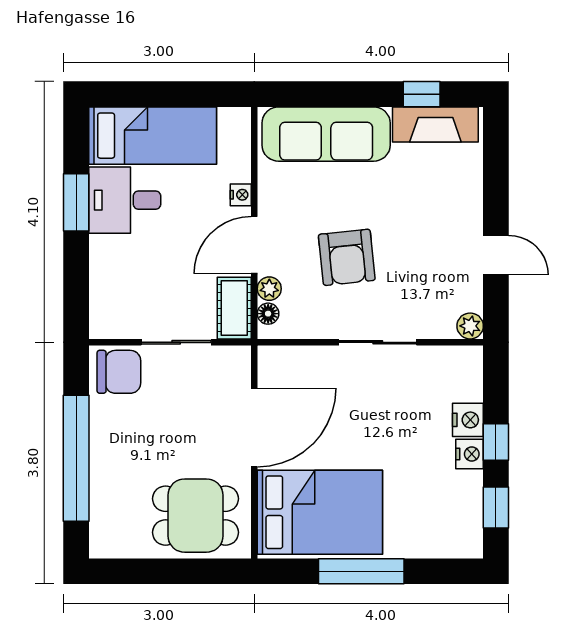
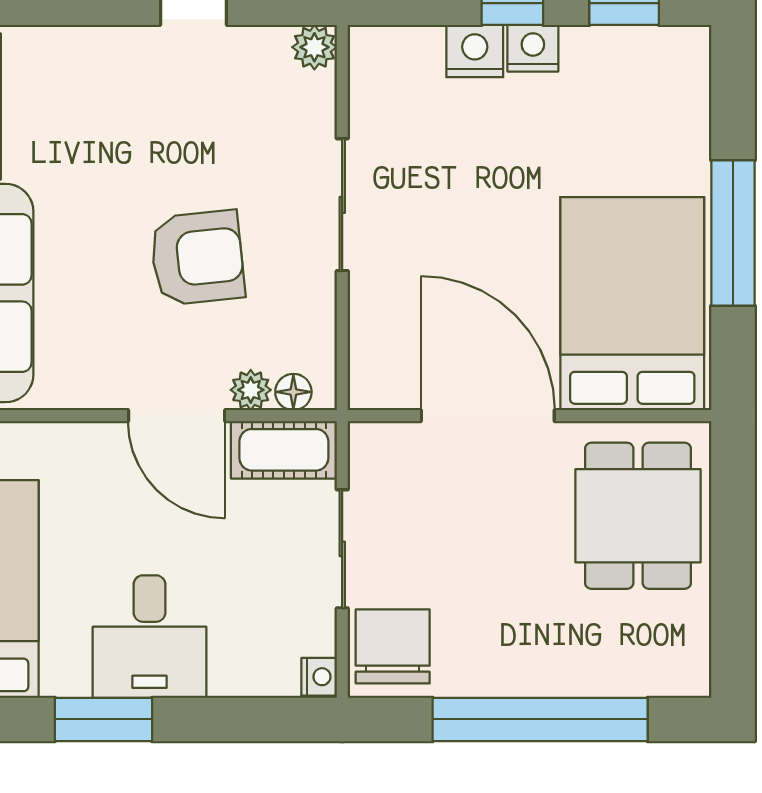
nightstand: (241, 195) -> (319, 677), moved, turned 90
desk: (125, 200) -> (149, 637), moved

